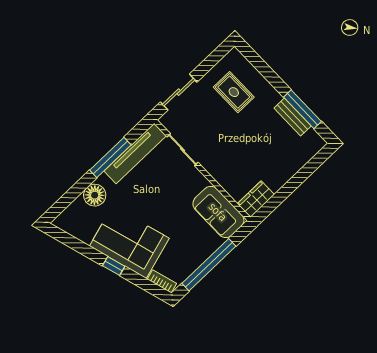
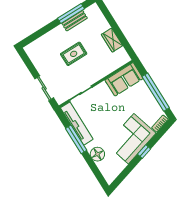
rug: (234, 92) -> (74, 54), moved
wardrobe: (256, 199) -> (112, 40), moved

